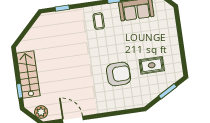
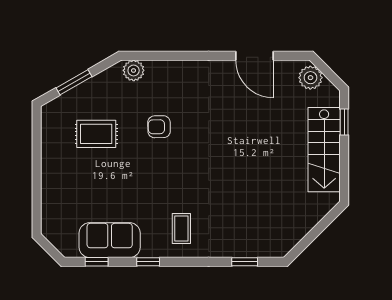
armchair: (119, 74) -> (159, 127), width x0.53, depth x0.53
plant: (137, 102) -> (134, 70), added

